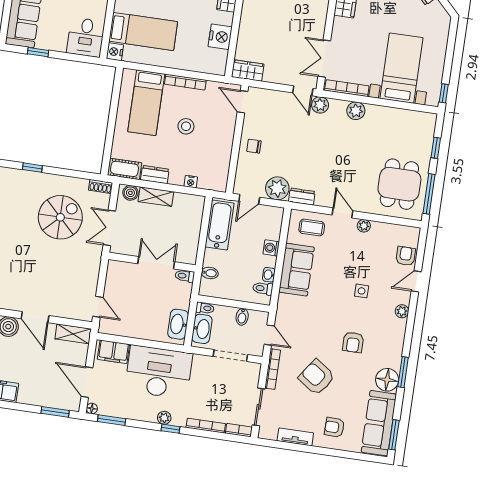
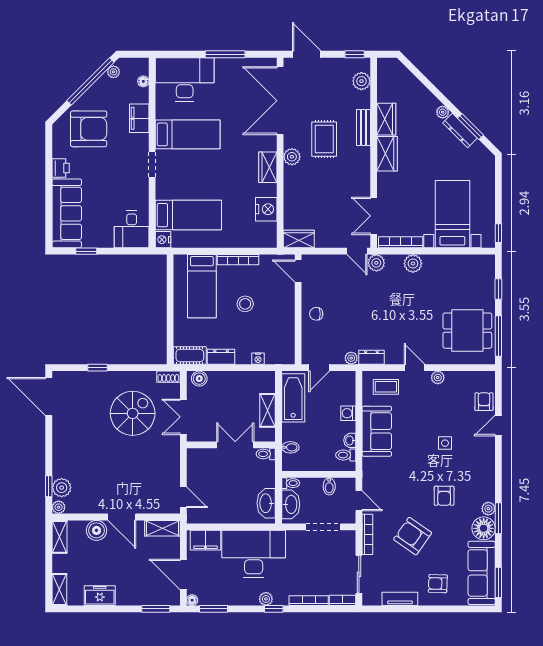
dining table: (399, 184) -> (467, 331), turned 90
plant: (277, 188) -> (351, 358), width x0.53, depth x0.53
shelving: (156, 197) -> (268, 410), moved, turned 90
plant: (402, 311) -> (488, 509), moved

